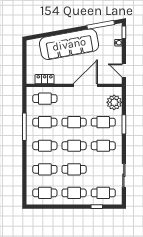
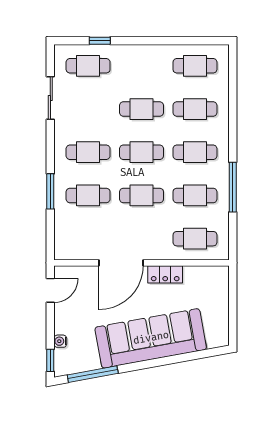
door: (124, 70) -> (50, 290), hinge flipped
locker: (45, 79) -> (165, 274), moved
plant: (114, 102) -> (68, 232), removed
cafe table: (74, 193) -> (142, 66), removed

